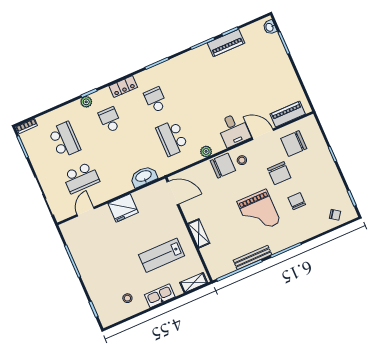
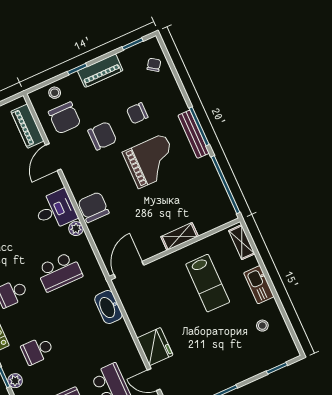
desk: (234, 130) -> (55, 210), moved
stool: (242, 160) -> (55, 93), moved
piano: (331, 172) -> (100, 71), added
fridge: (123, 208) -> (155, 347), moved
bench: (253, 257) -> (194, 134), moved

